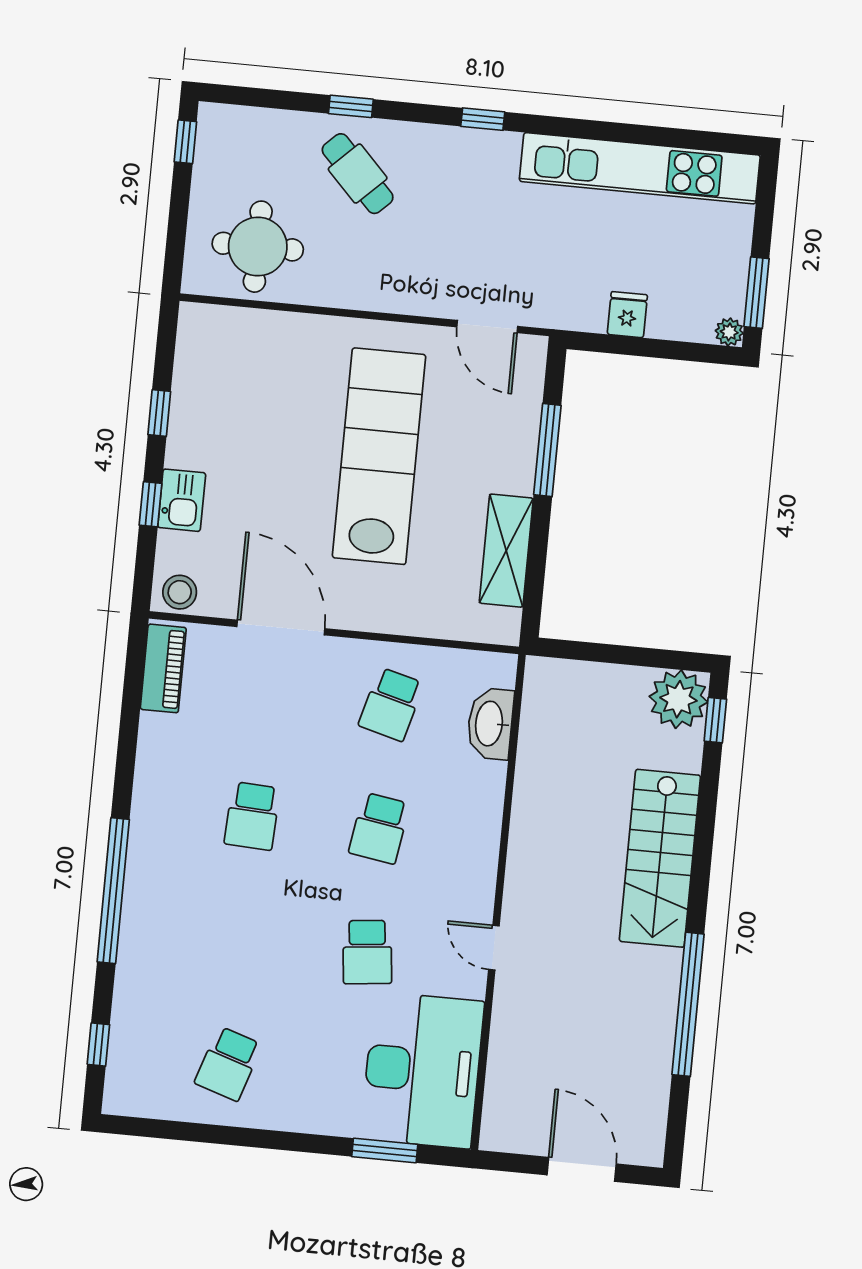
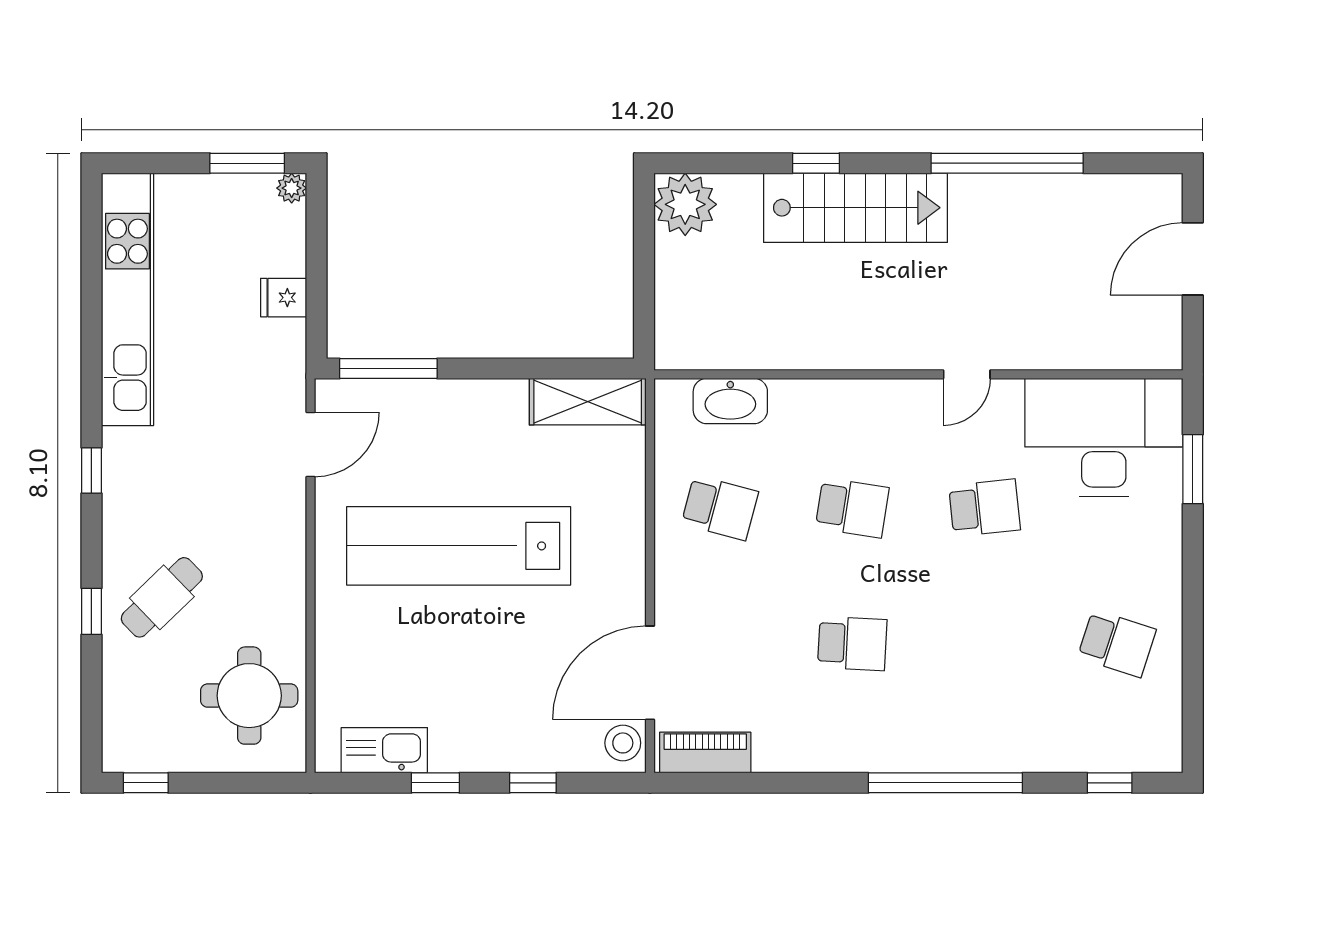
window: (547, 450) -> (388, 368), moved
kitchen sink: (182, 500) -> (384, 750), moved, width x1.38
shelving: (506, 551) -> (588, 402), moved
door: (281, 628) -> (650, 673), moved
window: (715, 720) -> (816, 163), moved

